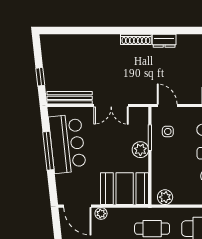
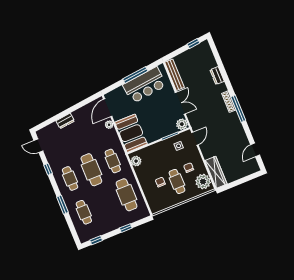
window: (151, 30) -> (238, 109), added
dresser: (164, 41) -> (217, 75), moved
window: (40, 77) -> (193, 44), moved
double door: (111, 106) -> (180, 103), swing flipped
plant: (140, 150) -> (182, 124), moved

